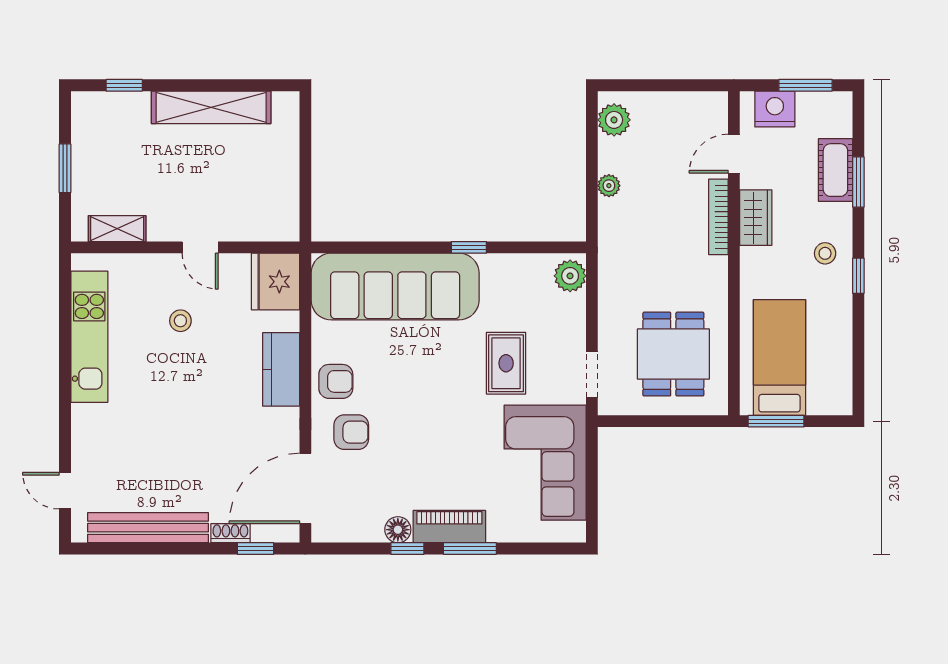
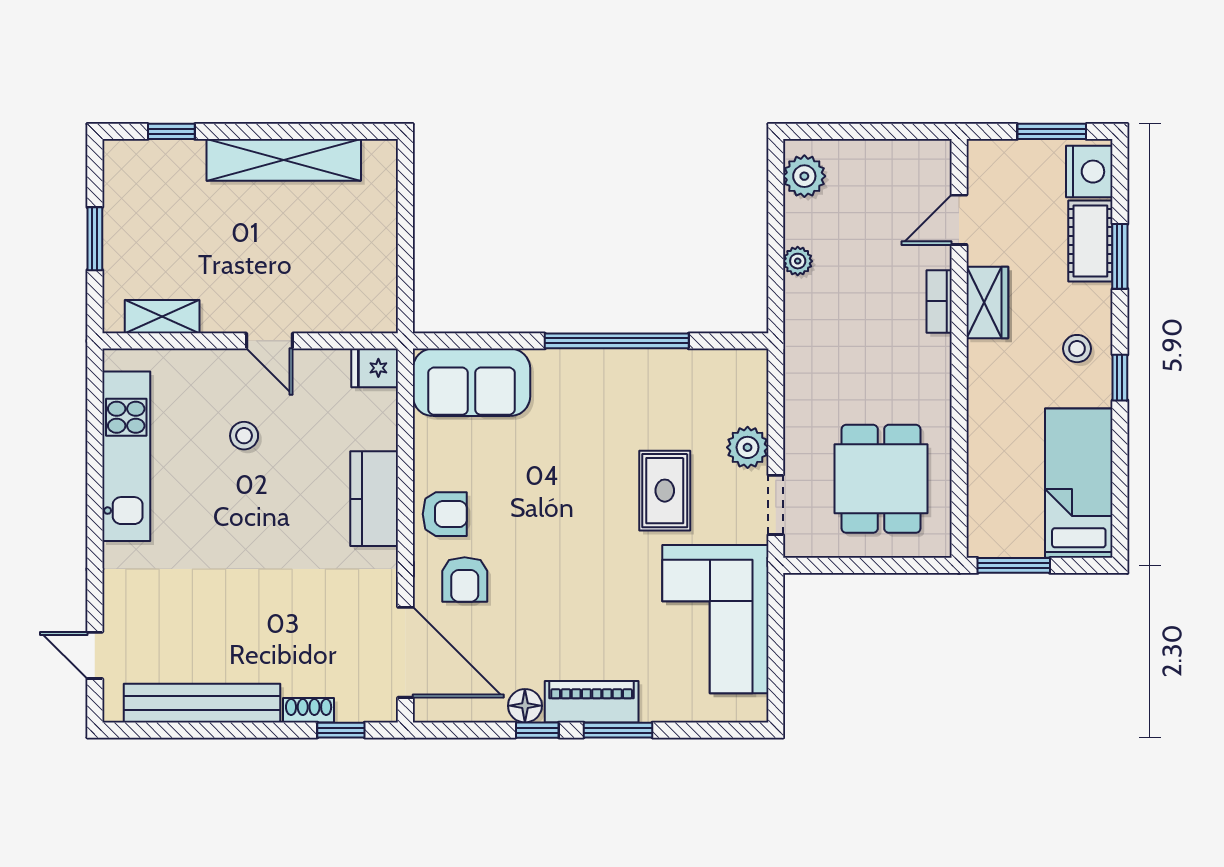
nightstand: (775, 109) -> (1089, 172), moved, turned 90
bookcase: (718, 217) -> (939, 301), width x0.64
window: (469, 247) -> (617, 341), width x3.17
plant: (570, 276) -> (748, 447), moved
fridge: (275, 282) -> (375, 368), width x0.53, depth x0.75
sofa: (395, 287) -> (471, 382), width x0.54, depth x0.79
bed: (779, 357) -> (1079, 483), moved
armchair: (351, 432) -> (465, 580), turned 90
door: (305, 488) -> (405, 652), swing flipped

